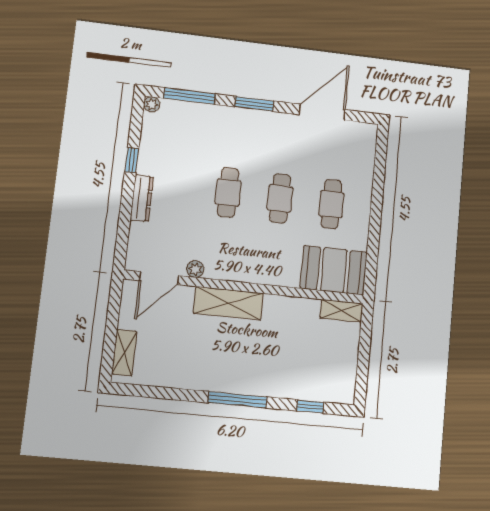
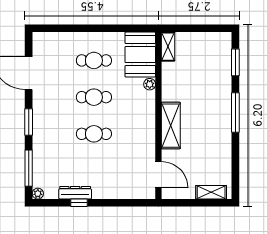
dresser: (142, 198) -> (75, 193), moved
plant: (195, 269) -> (150, 84), moved
window: (310, 407) -> (235, 62), width x1.50

